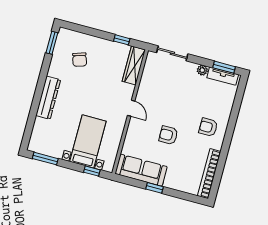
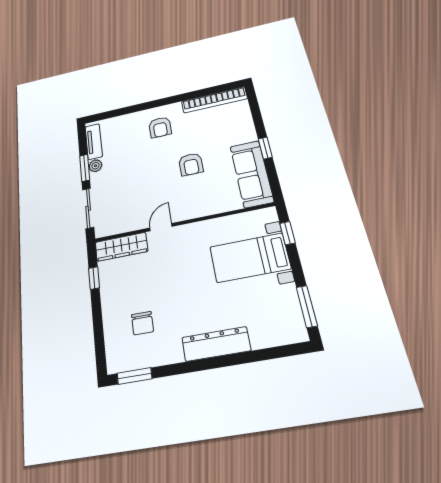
chair: (80, 60) -> (142, 323), turned 108
window: (224, 67) -> (85, 168), moved
door: (131, 108) -> (161, 227), moved

